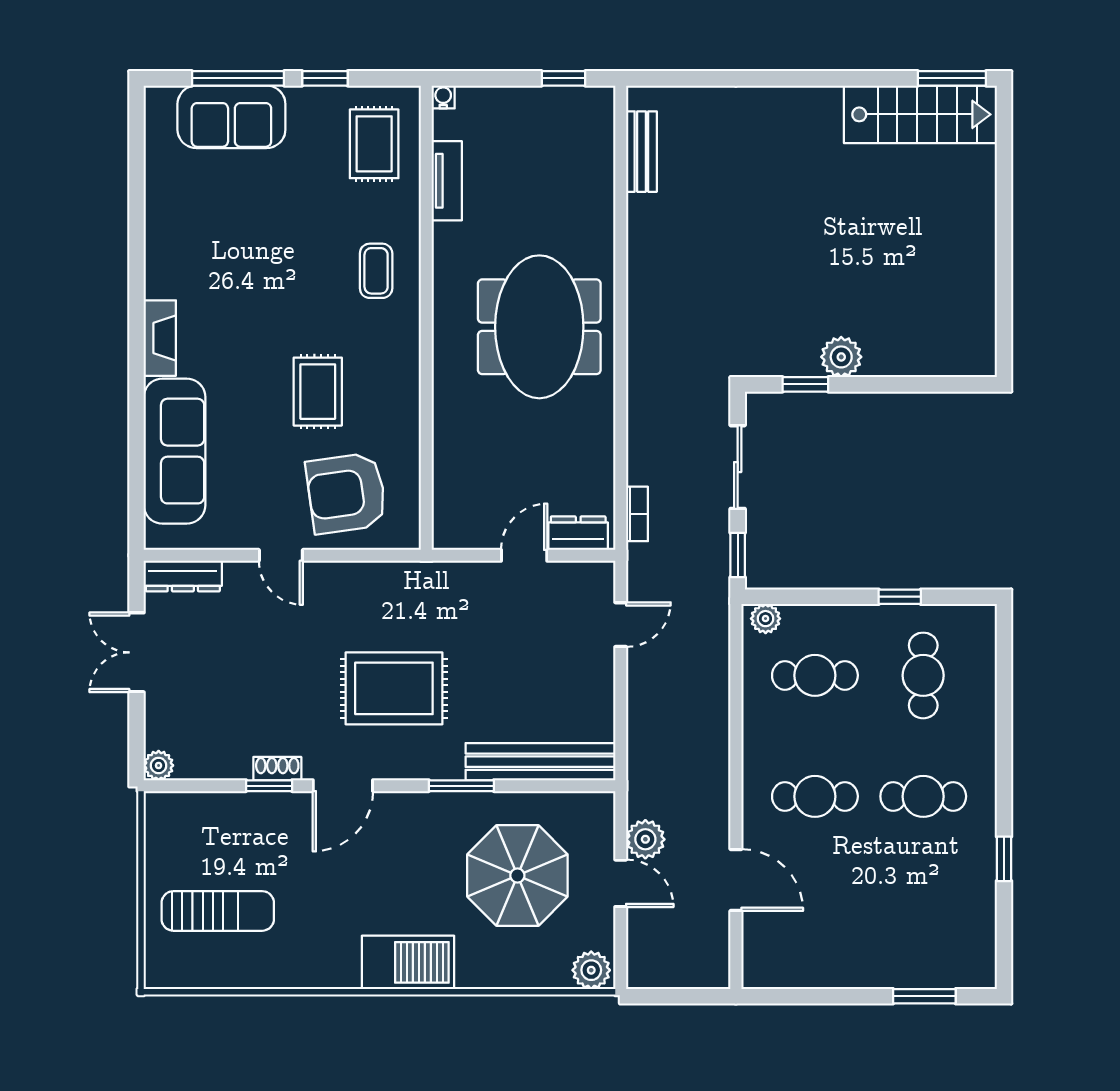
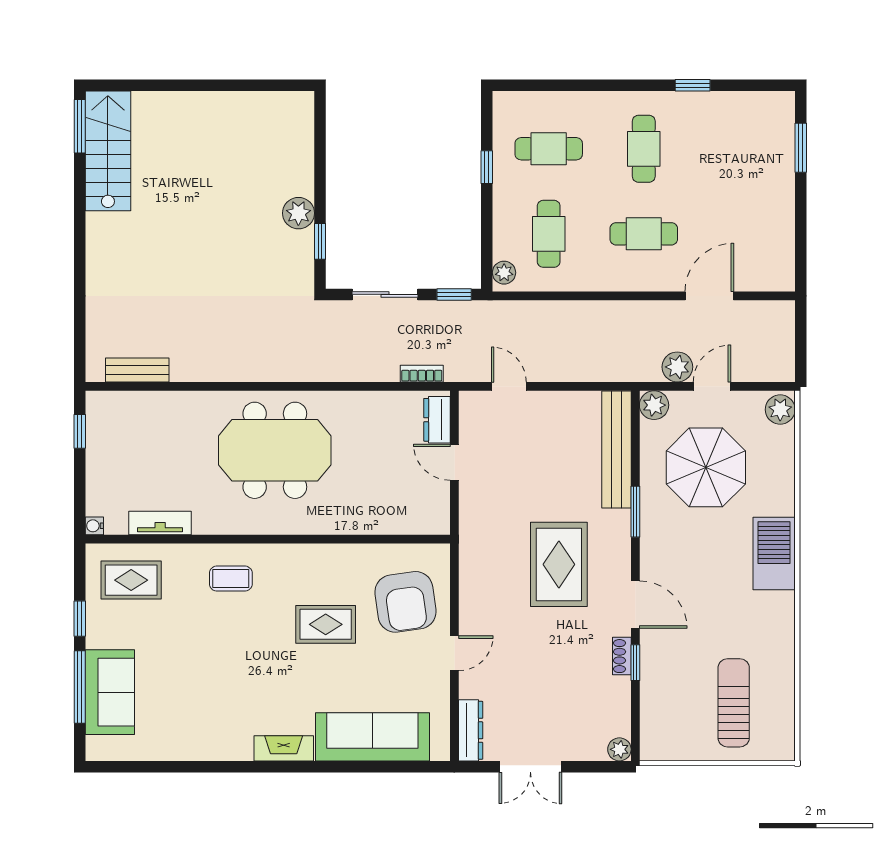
cafe table: (815, 796) -> (644, 234), turned 90
plant: (597, 810) -> (654, 405), added

